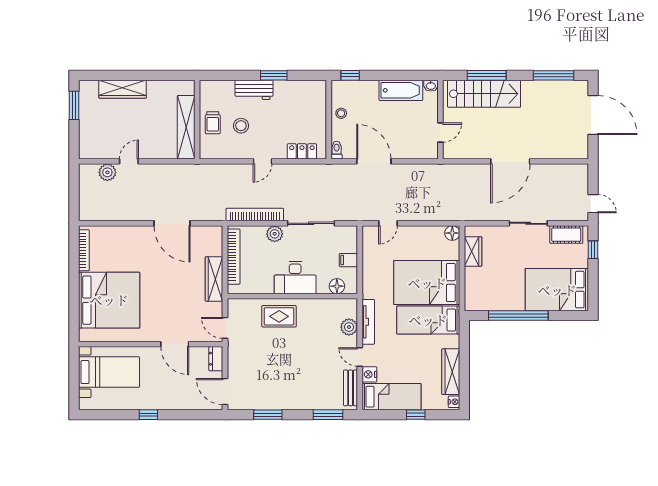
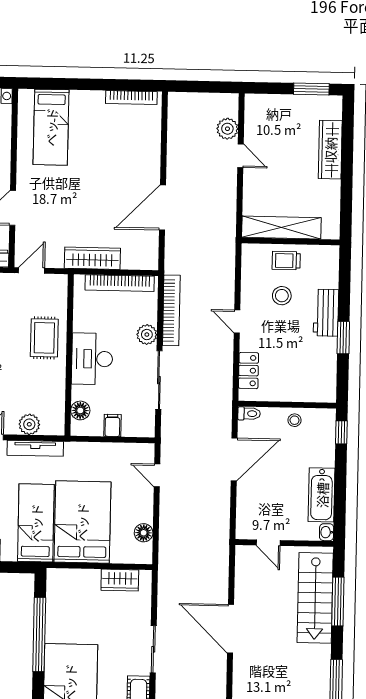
floor lamp: (452, 233) -> (144, 533), moved
bed: (109, 300) -> (51, 127), width x0.49

